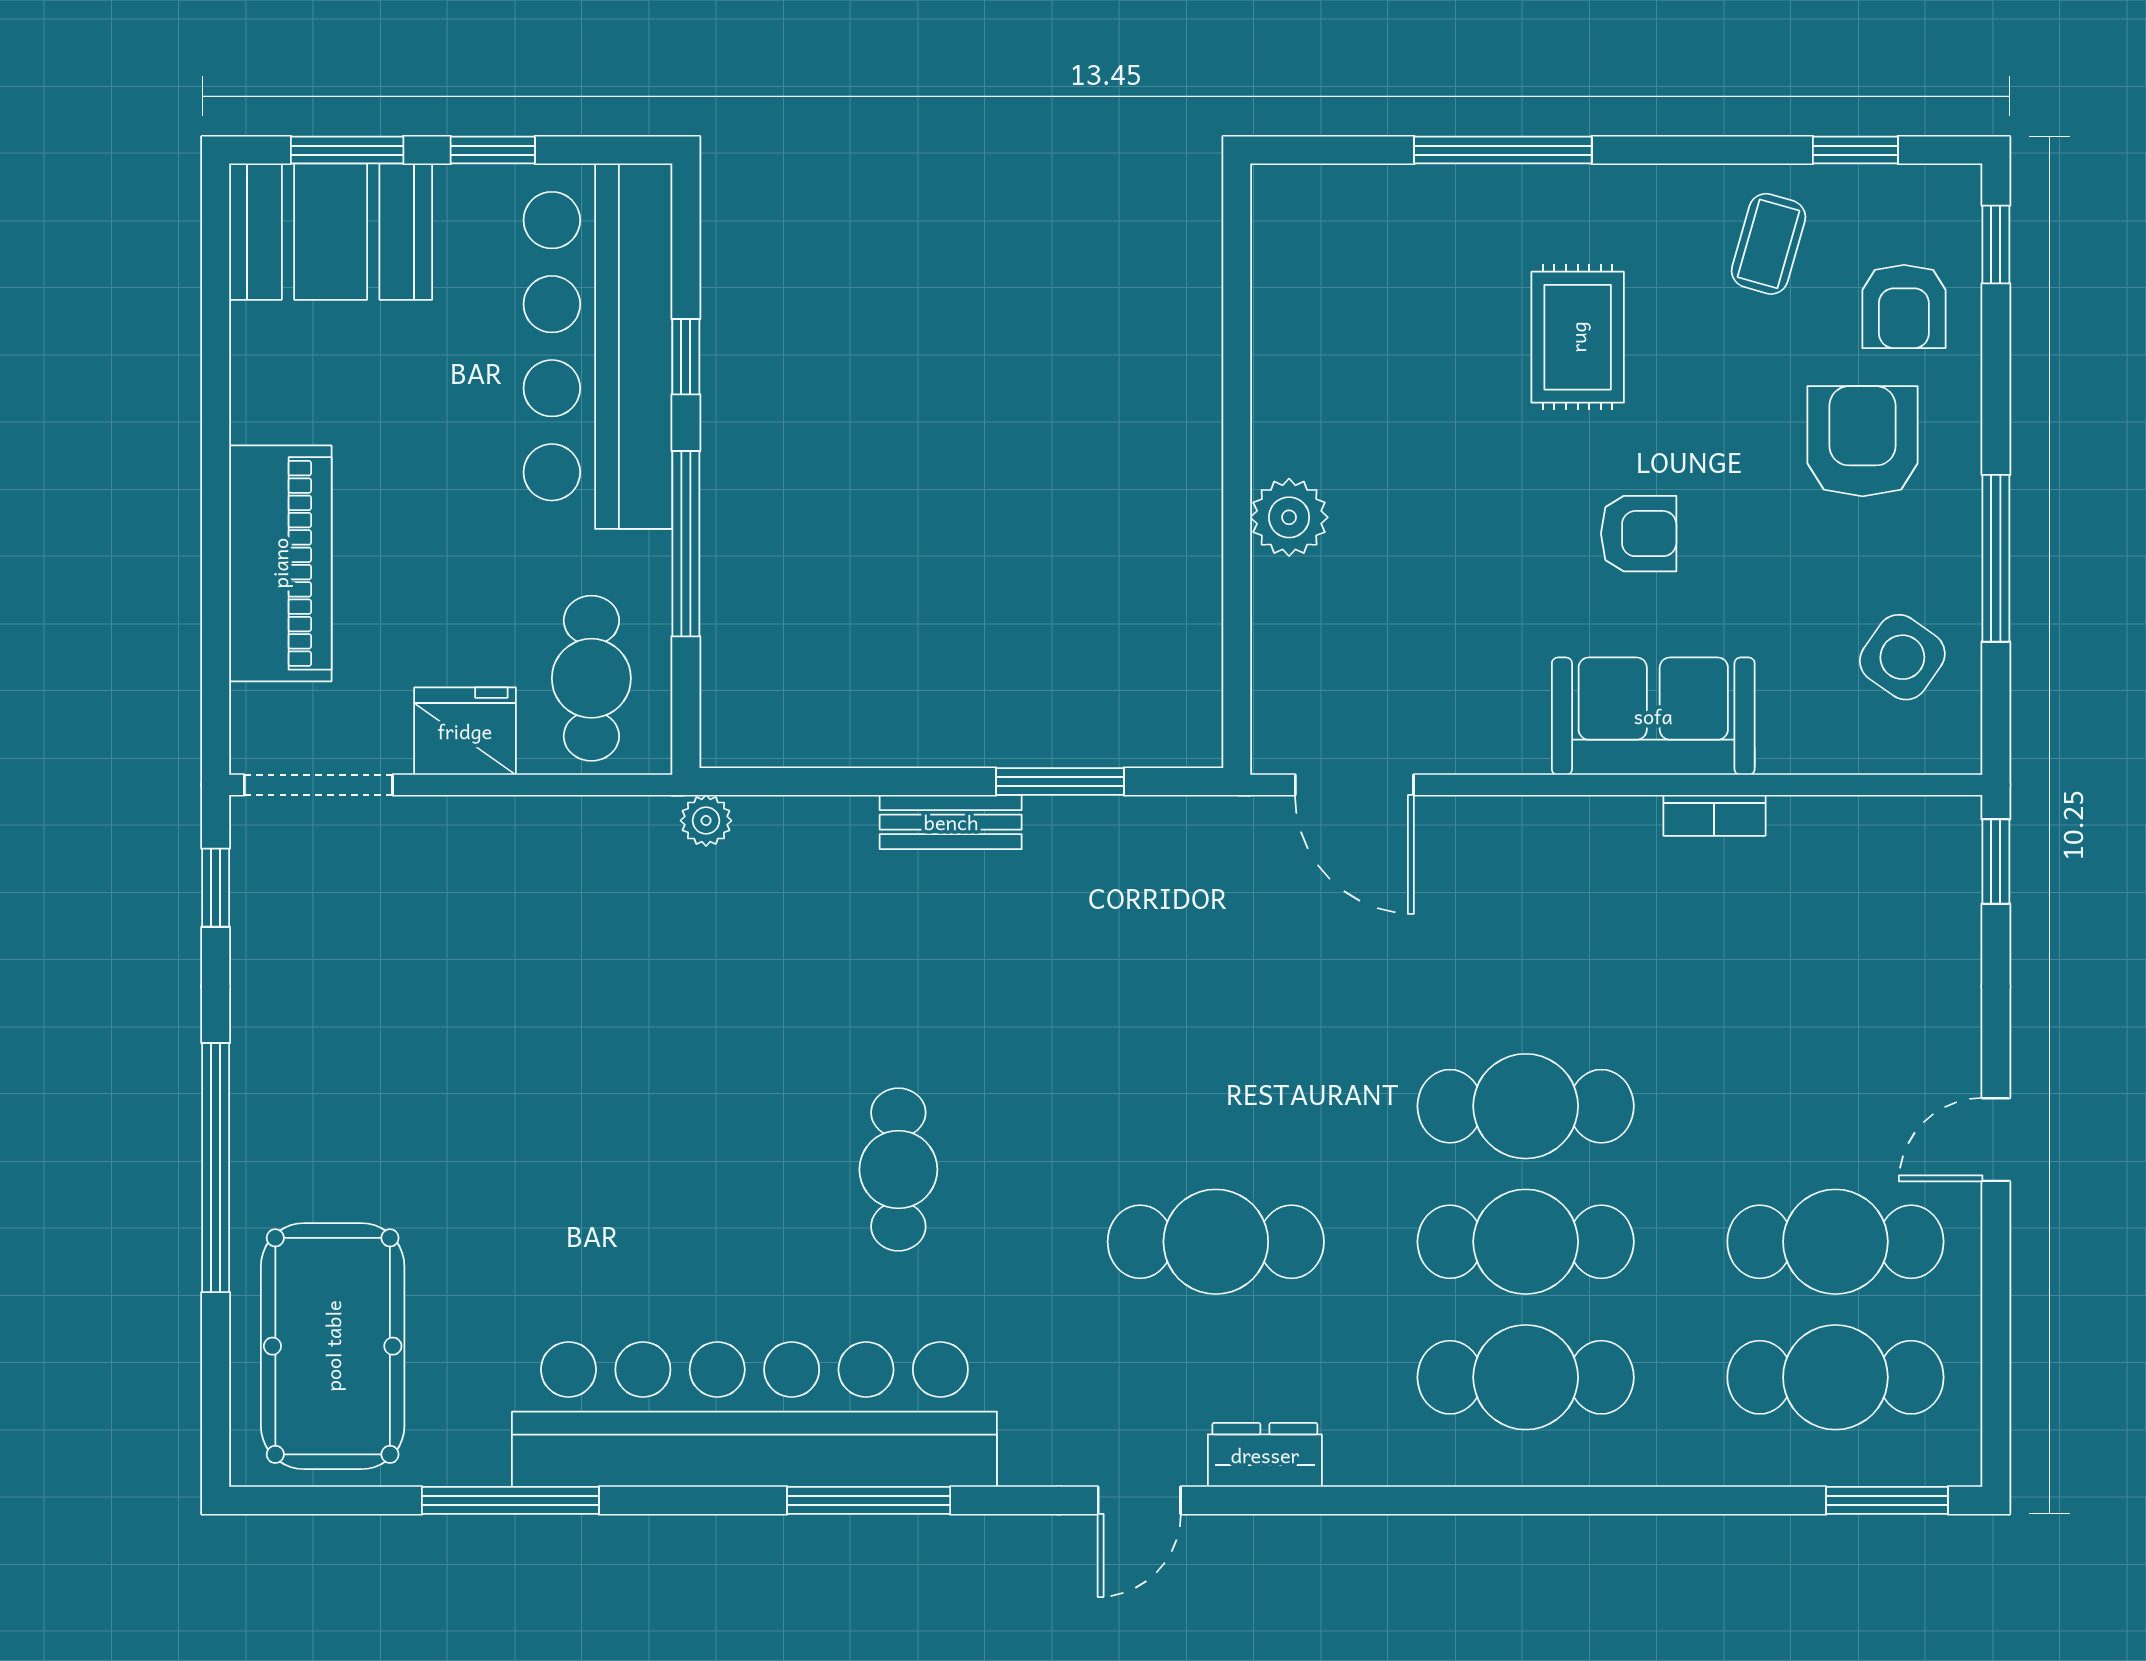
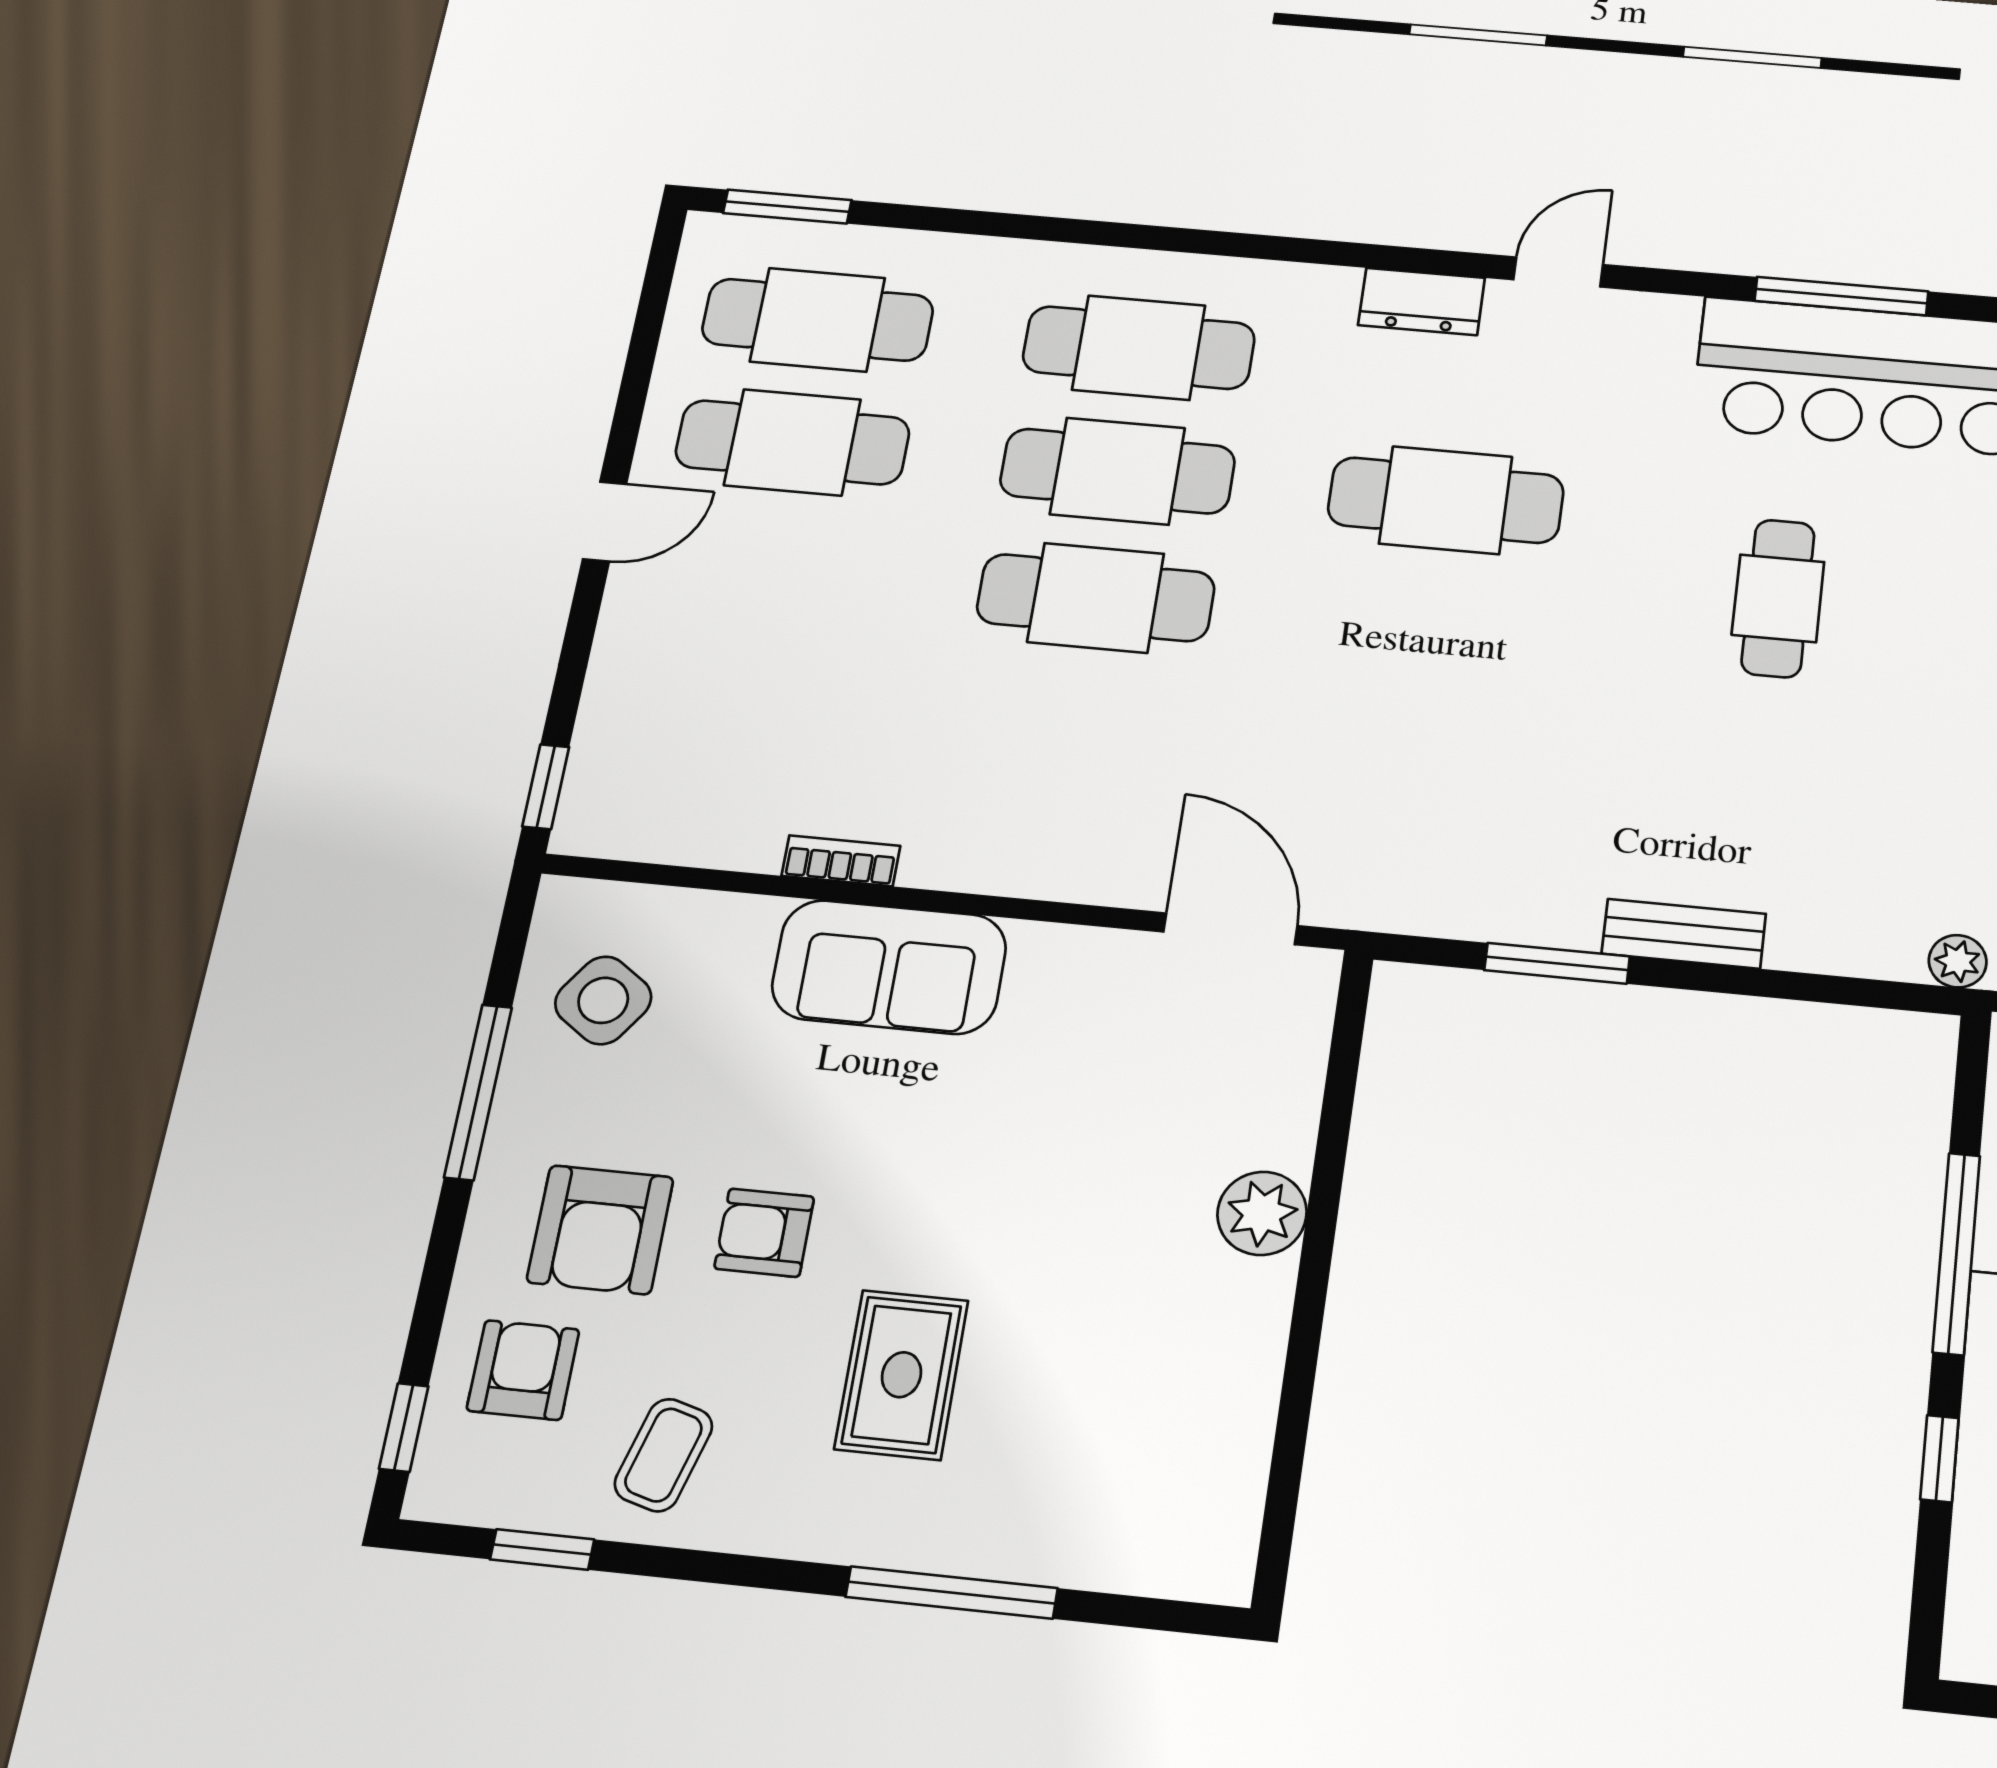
armchair: (1639, 534) -> (764, 1233), moved

